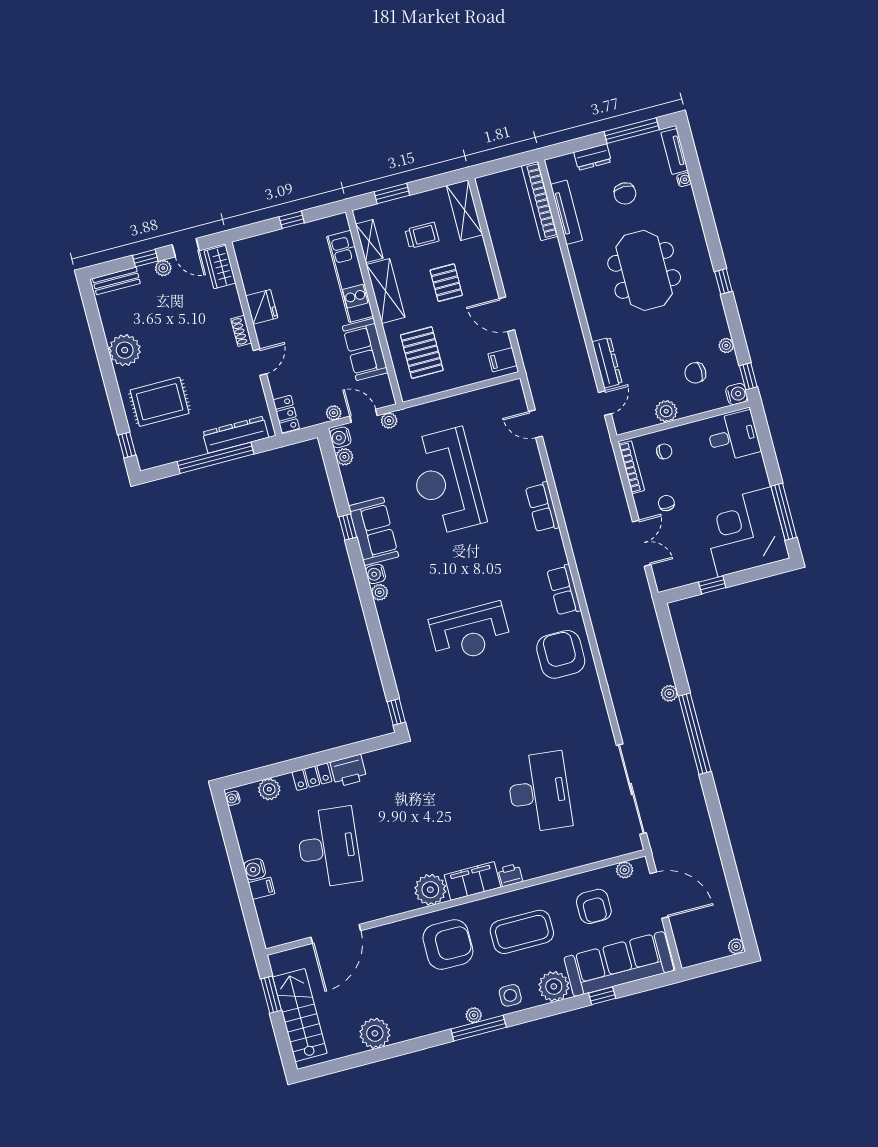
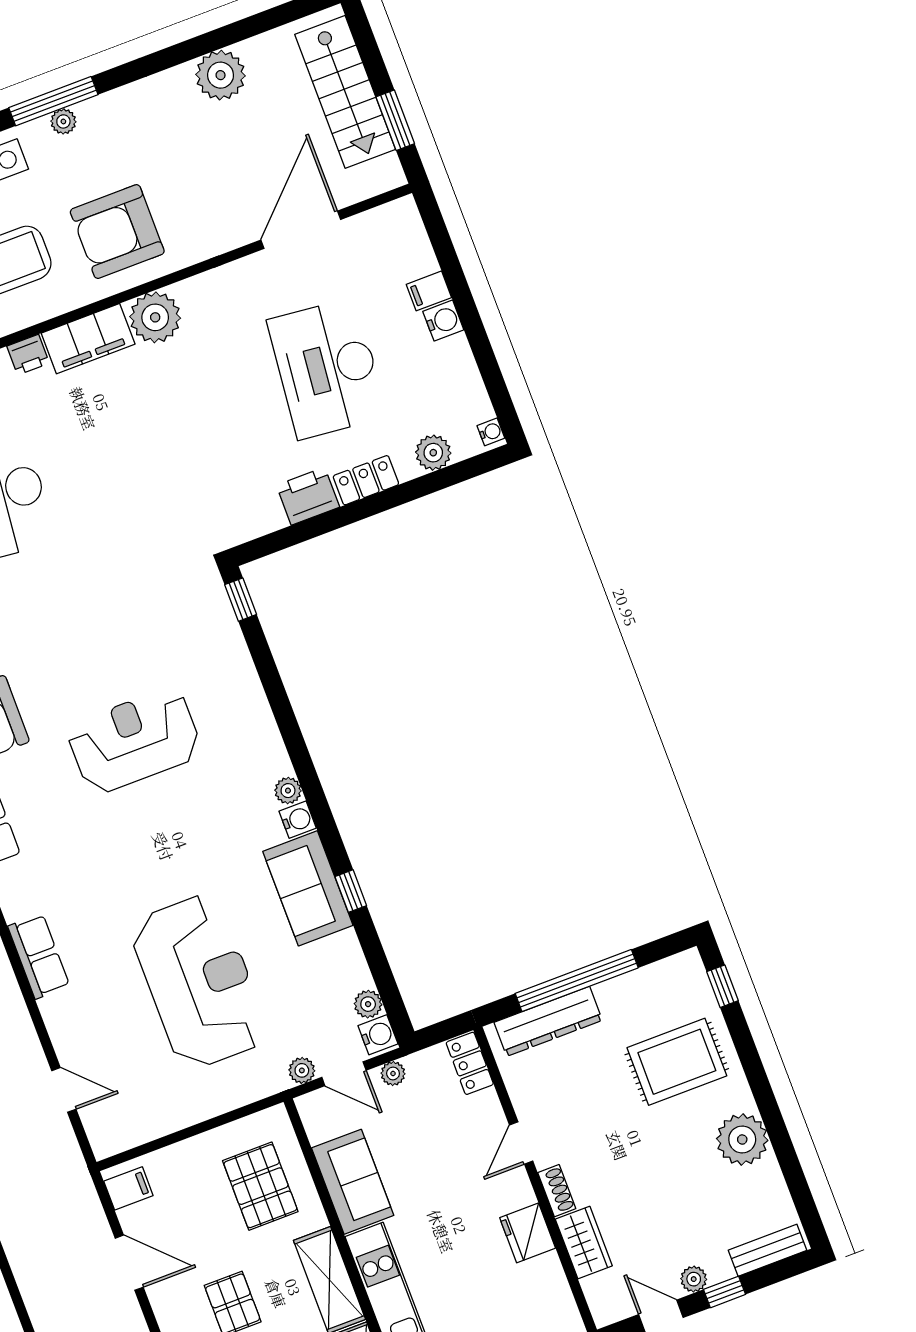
wardrobe: (220, 267) -> (584, 1243), moved

